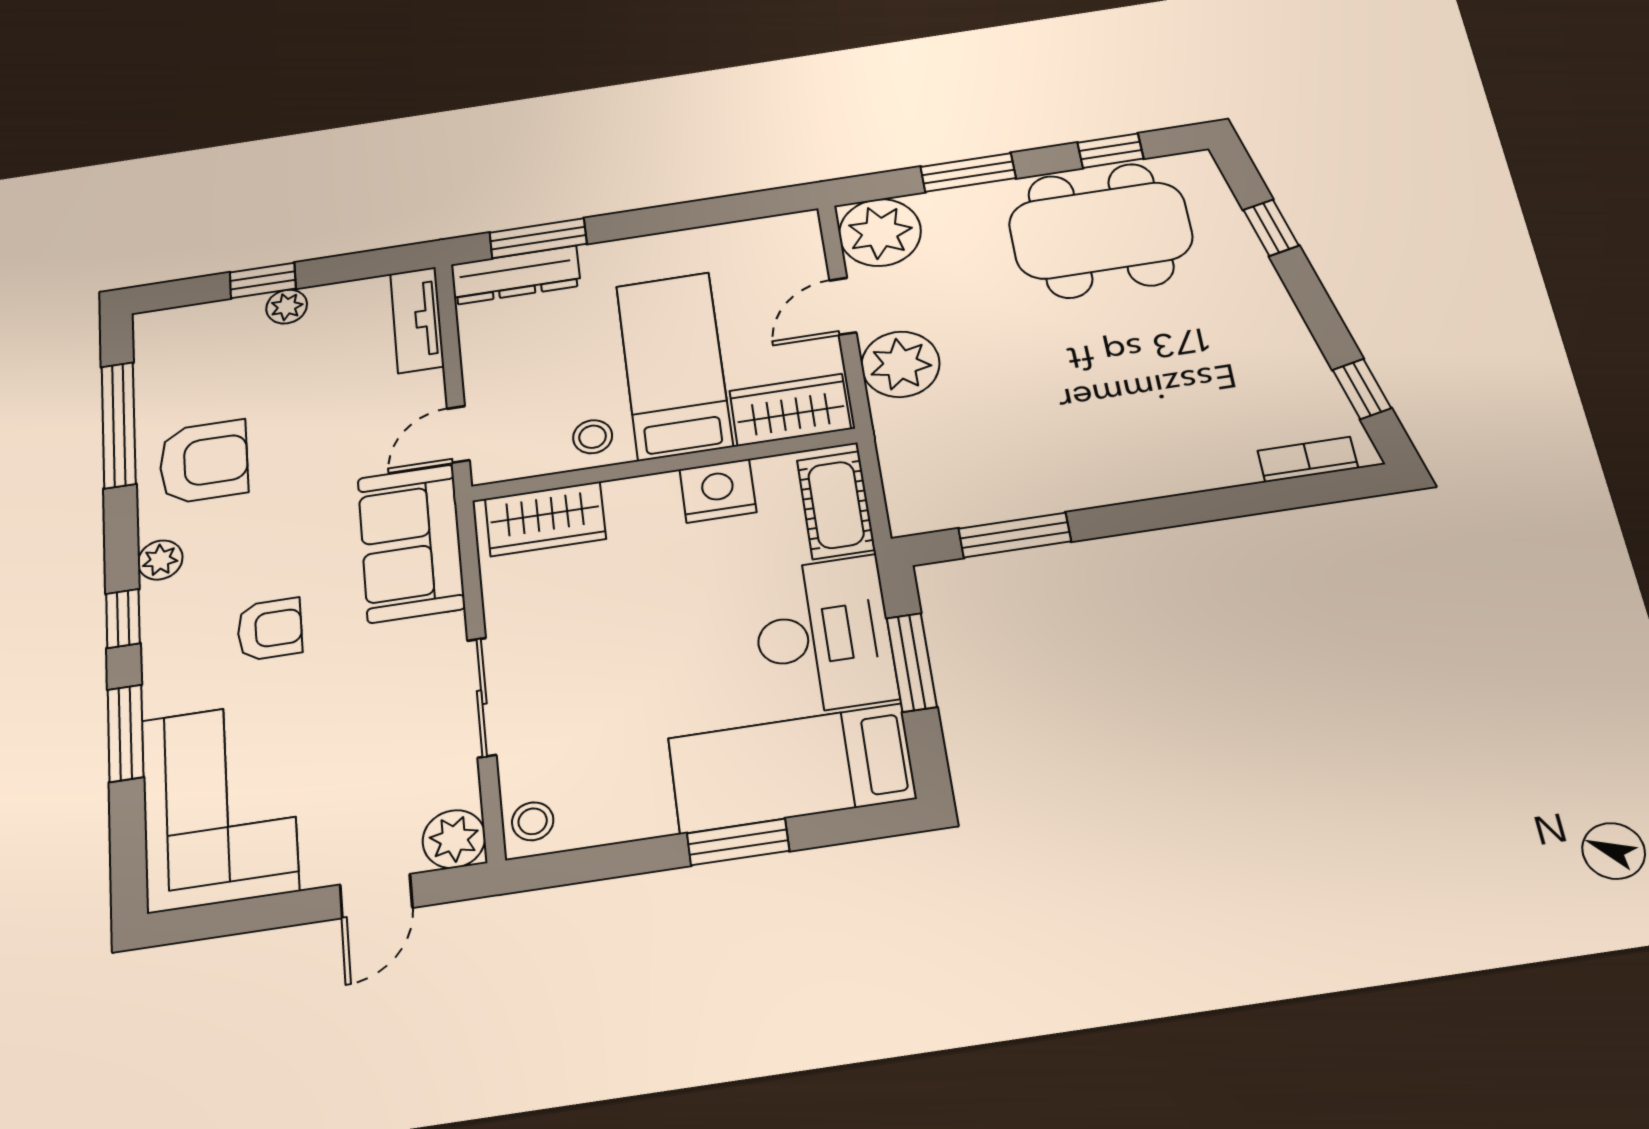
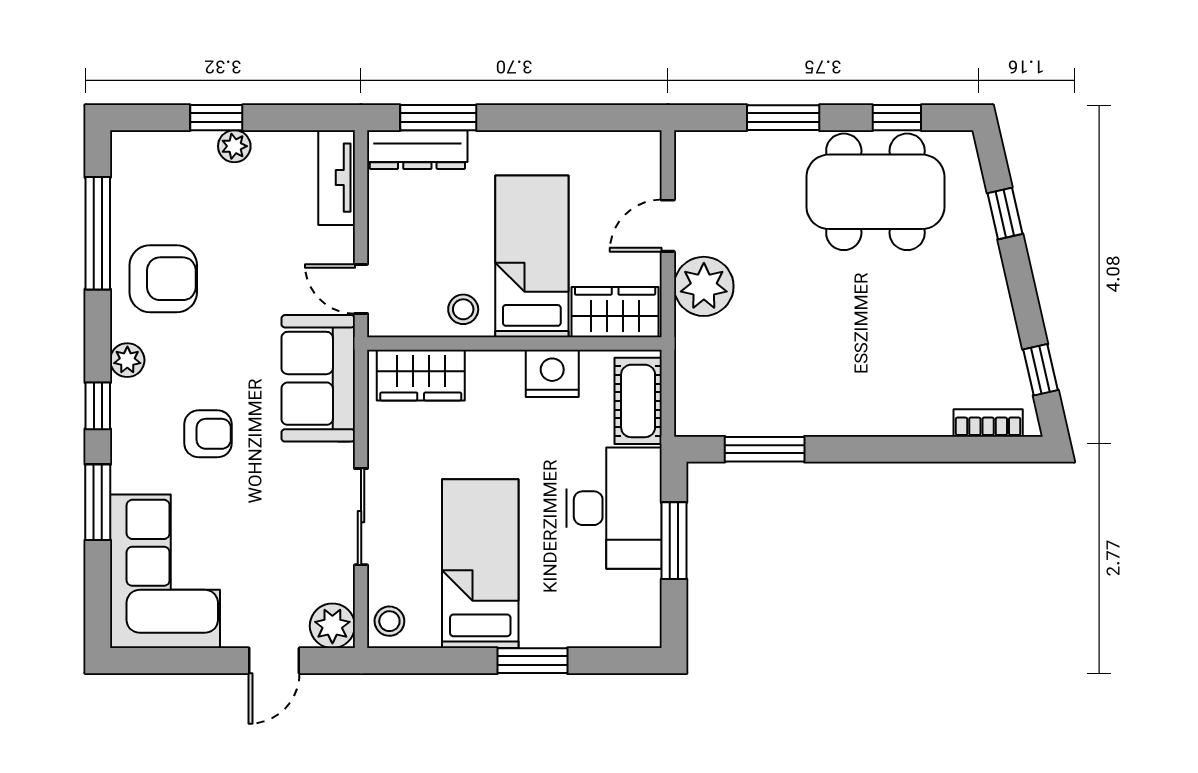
plant: (880, 232) -> (706, 162), removed
door: (458, 434) -> (361, 289), hinge flipped
bed: (792, 768) -> (480, 564), moved, turned 90

